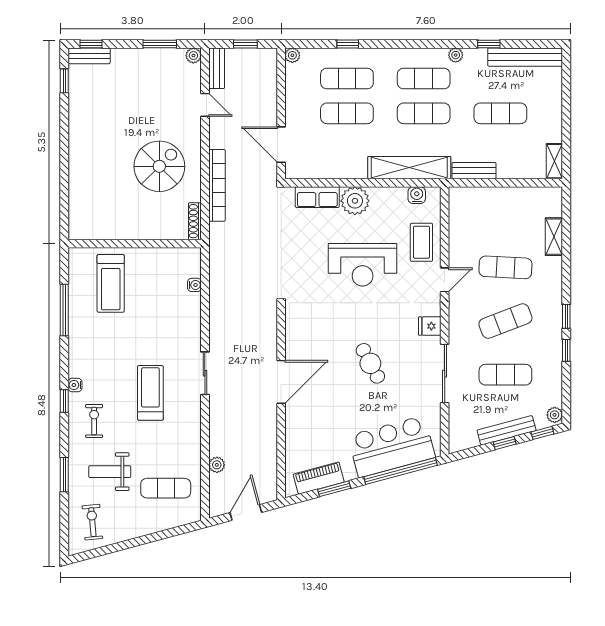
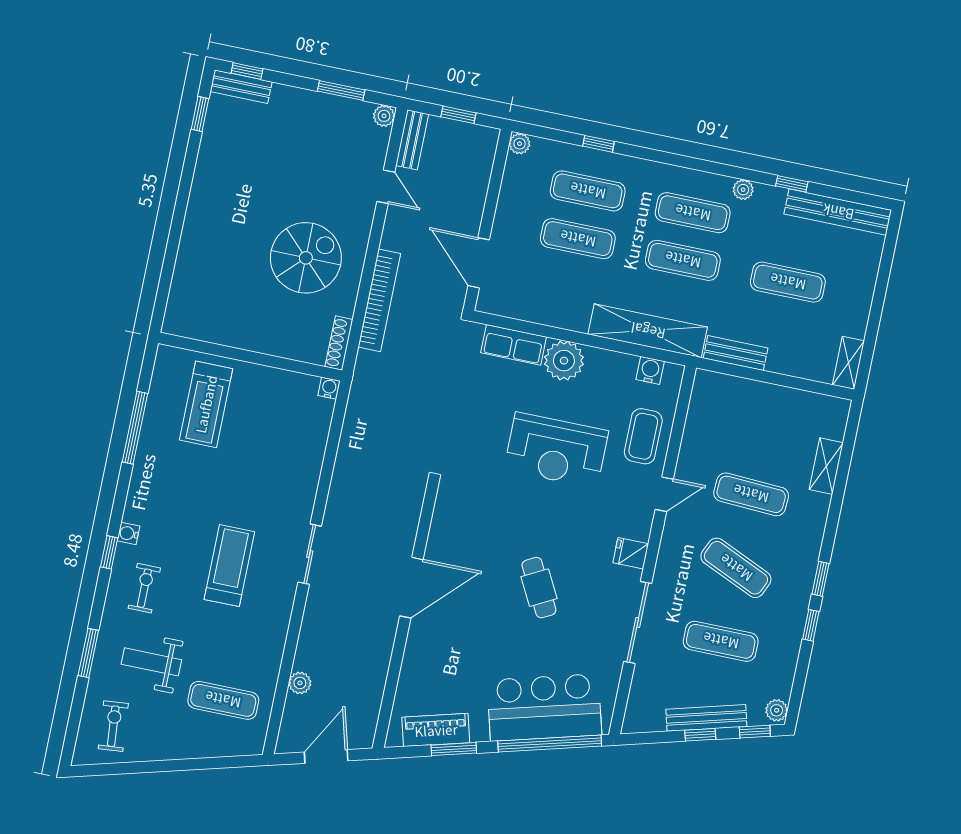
water cooler: (194, 285) -> (329, 388), moved, turned -90
exercise mat: (505, 321) -> (736, 568), turned 45

